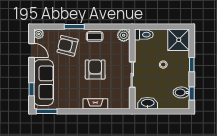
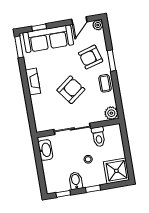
toilet: (144, 35) -> (99, 137), moved
armchair: (68, 46) -> (91, 57), turned -120
armchair: (95, 70) -> (71, 90), turned -37
sliding door: (132, 75) -> (72, 129), width x1.37
bidet: (181, 92) -> (76, 181), moved
fireplace: (95, 104) -> (33, 82), moved

